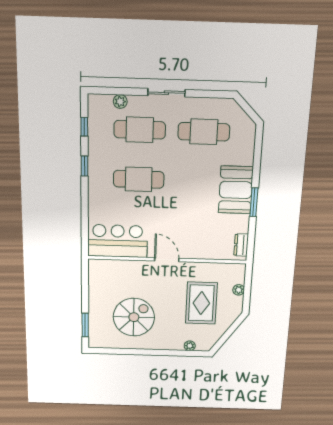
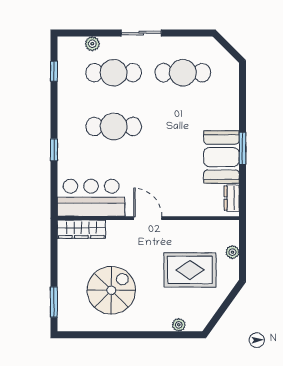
window: (84, 166) -> (54, 150), moved
booth: (236, 190) -> (221, 157), moved
wardrobe: (109, 267) -> (81, 229), added
rug: (201, 303) -> (190, 270), turned 90

